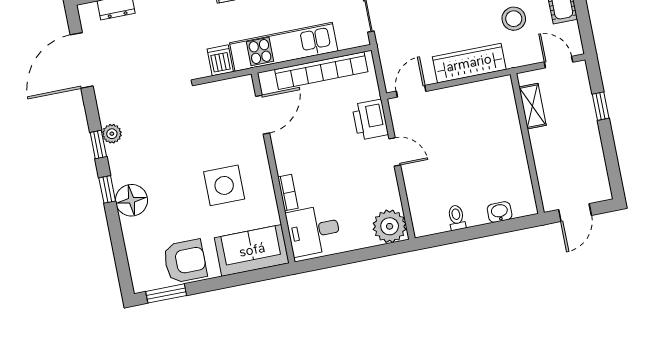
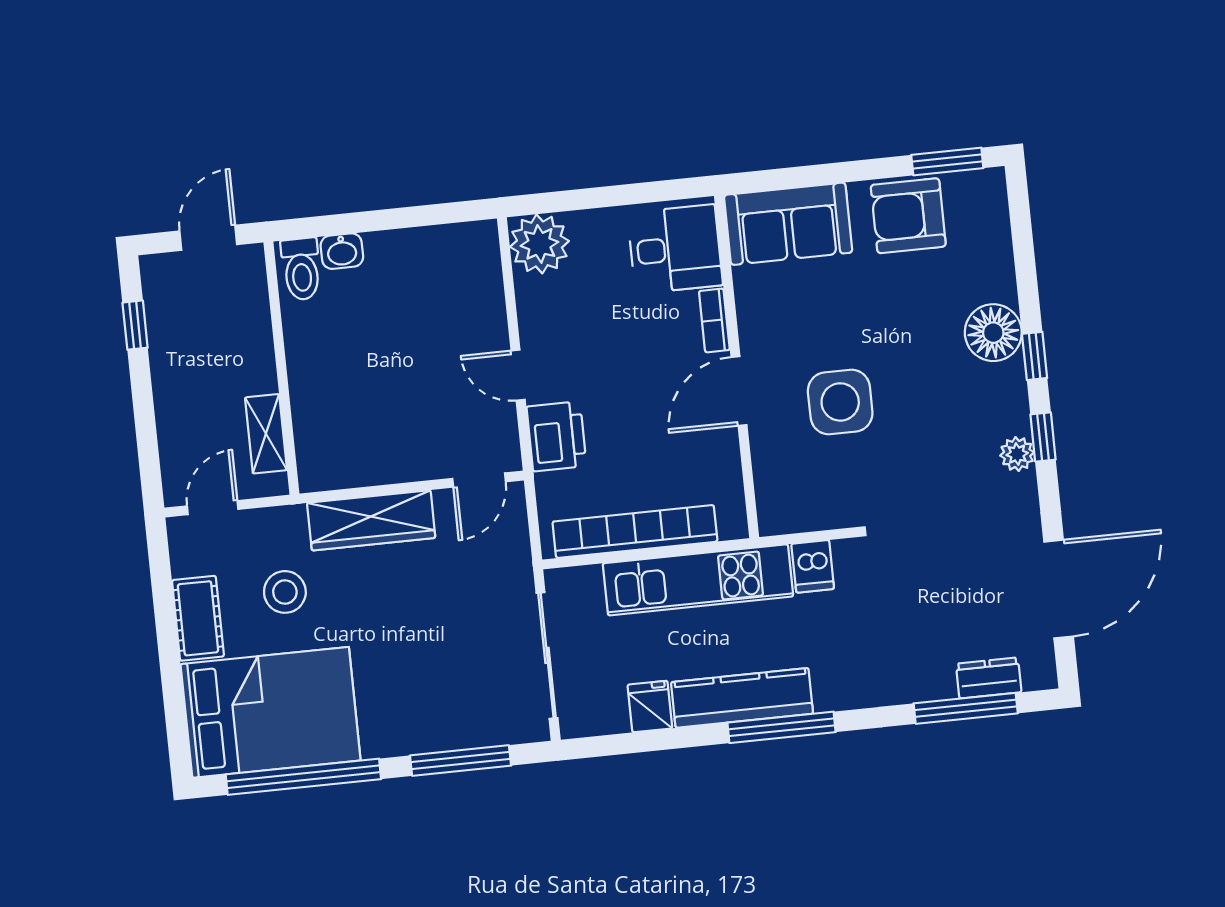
door: (559, 62) -> (213, 508), swing flipped
window: (601, 106) -> (135, 325), moved
door: (263, 115) -> (739, 391), moved
side table: (224, 185) -> (840, 402), moved
toilet: (457, 218) -> (301, 269), moved, width x1.37, depth x1.39

